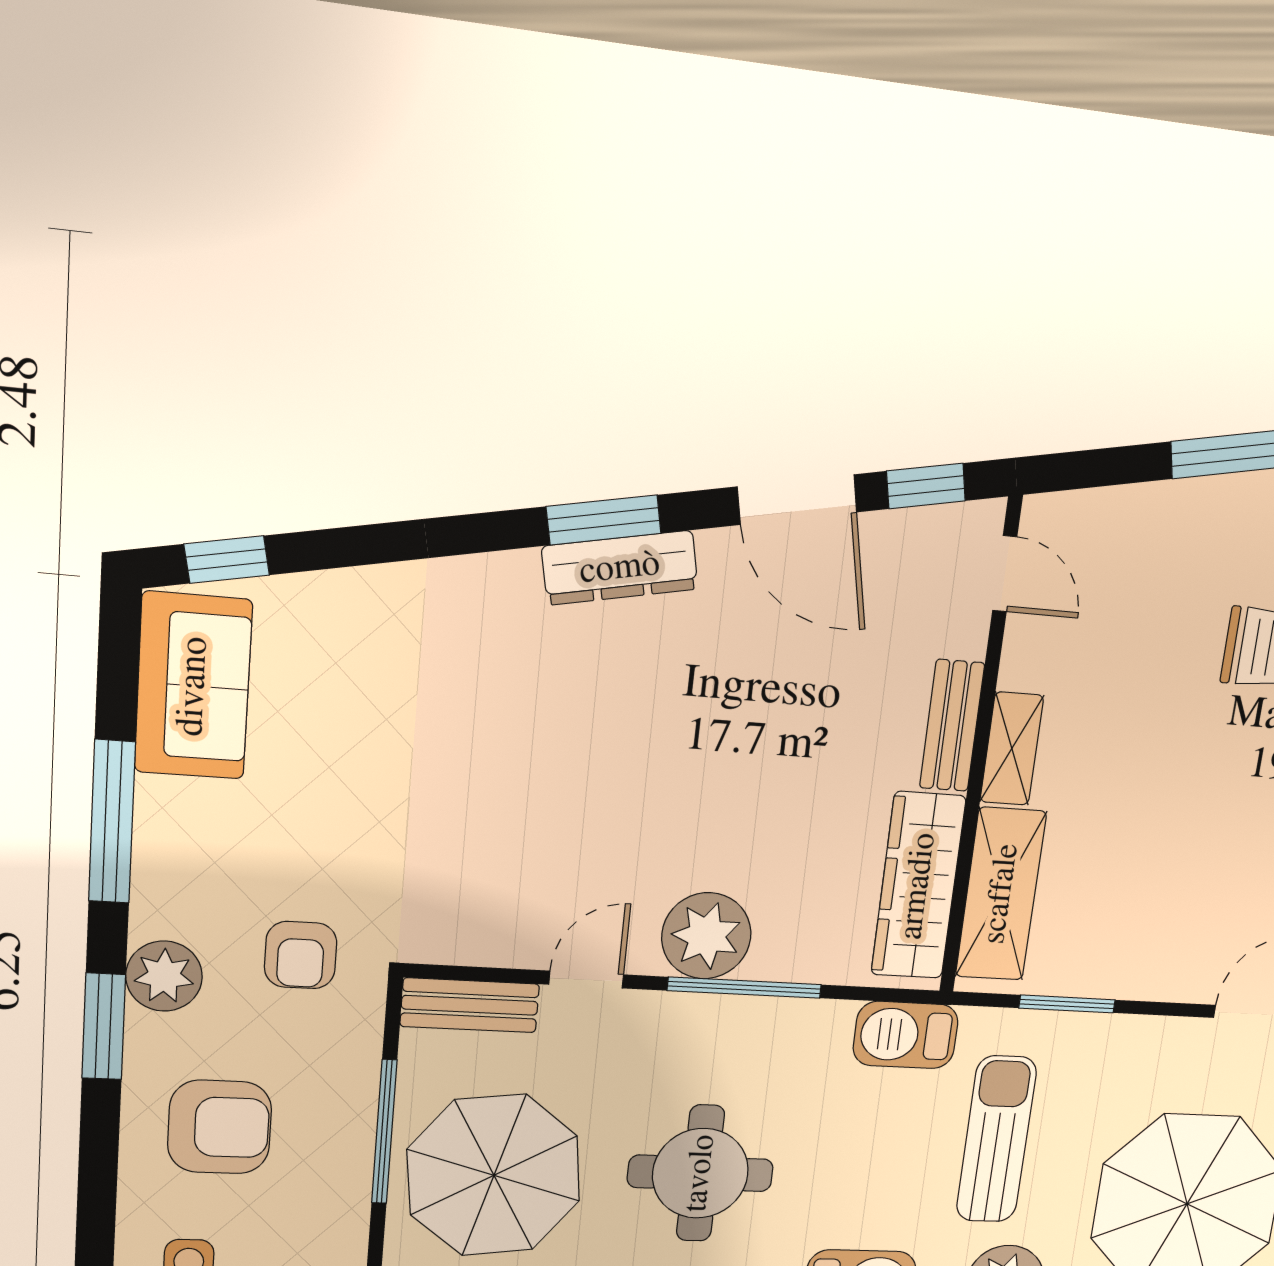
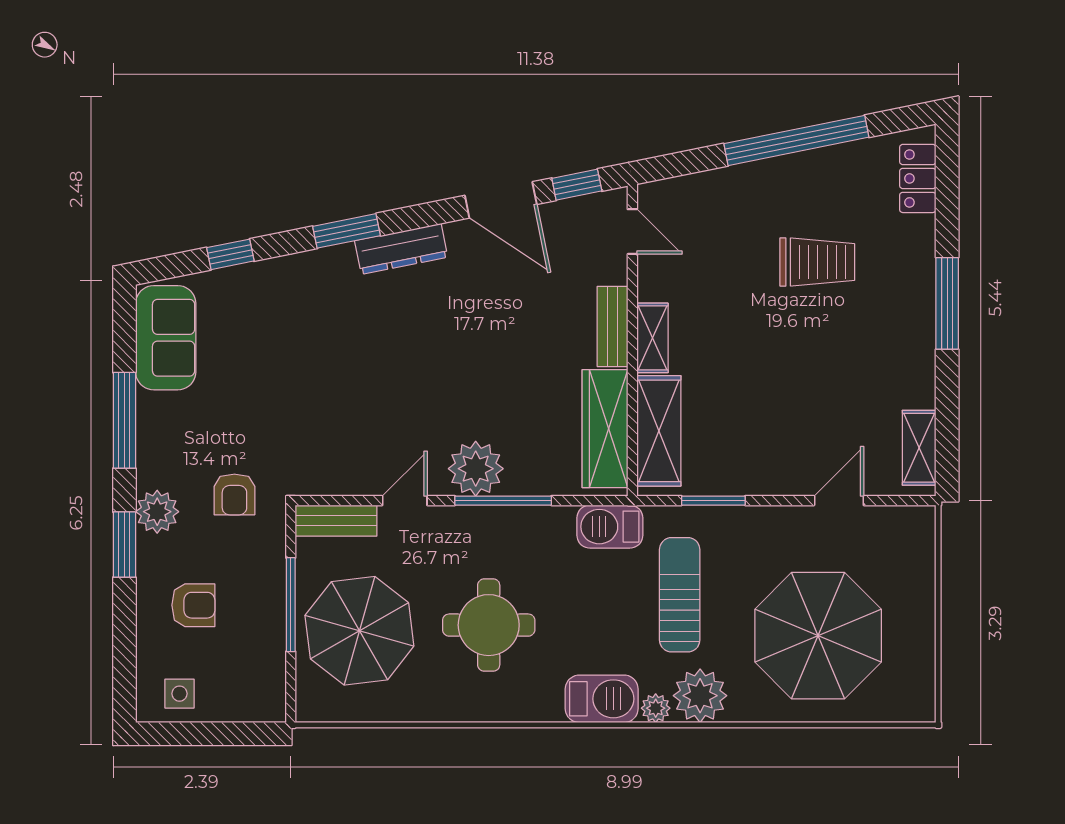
window: (604, 520) -> (347, 231), moved
window: (227, 560) -> (230, 254), moved
armchair: (220, 1127) -> (193, 605), width x0.72, depth x0.72

